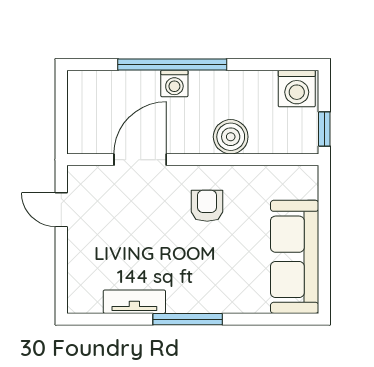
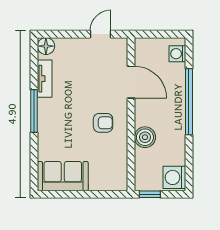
washing machine: (174, 84) -> (177, 54), moved
sofa: (295, 257) -> (63, 176), width x0.73
floor lamp: (81, 299) -> (46, 46), added

